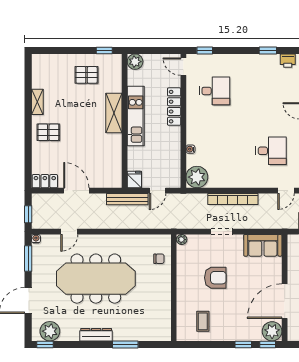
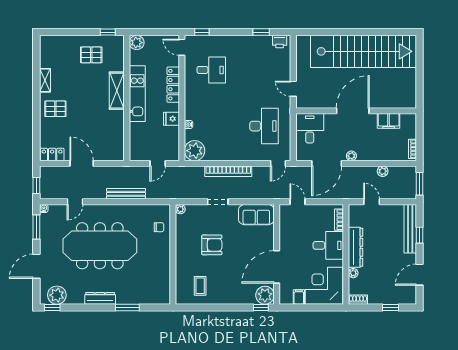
desk: (271, 151) -> (264, 126), width x1.37
fridge: (134, 179) -> (171, 119), moved, turned -90
bench: (127, 199) -> (126, 194), moved
window: (243, 344) -> (238, 307), removed

